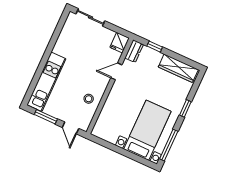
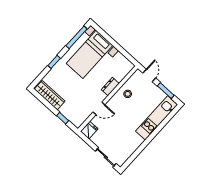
dresser: (134, 51) -> (110, 87), moved

